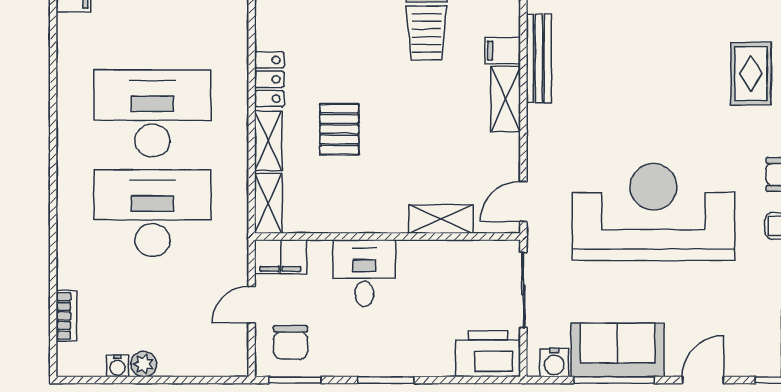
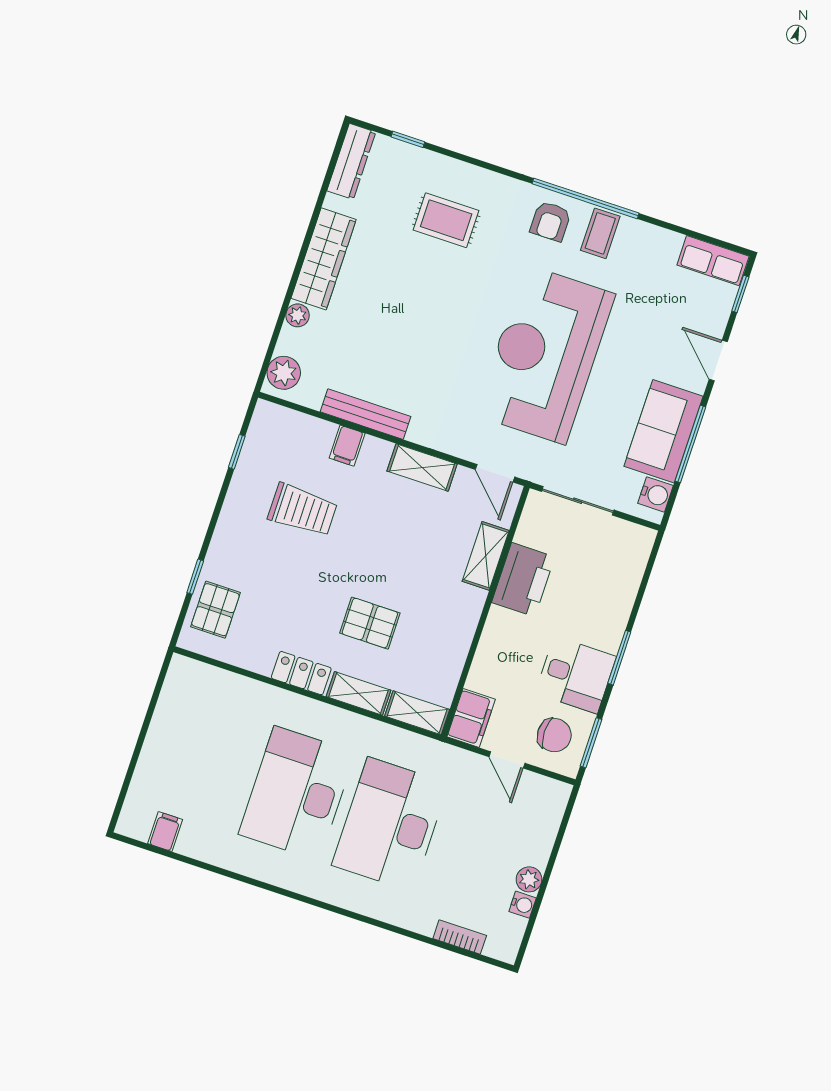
shelving: (506, 99) -> (422, 467), moved
desk: (364, 273) -> (576, 675), moved, turned 180
printer: (488, 354) -> (523, 580), moved, turned 180

